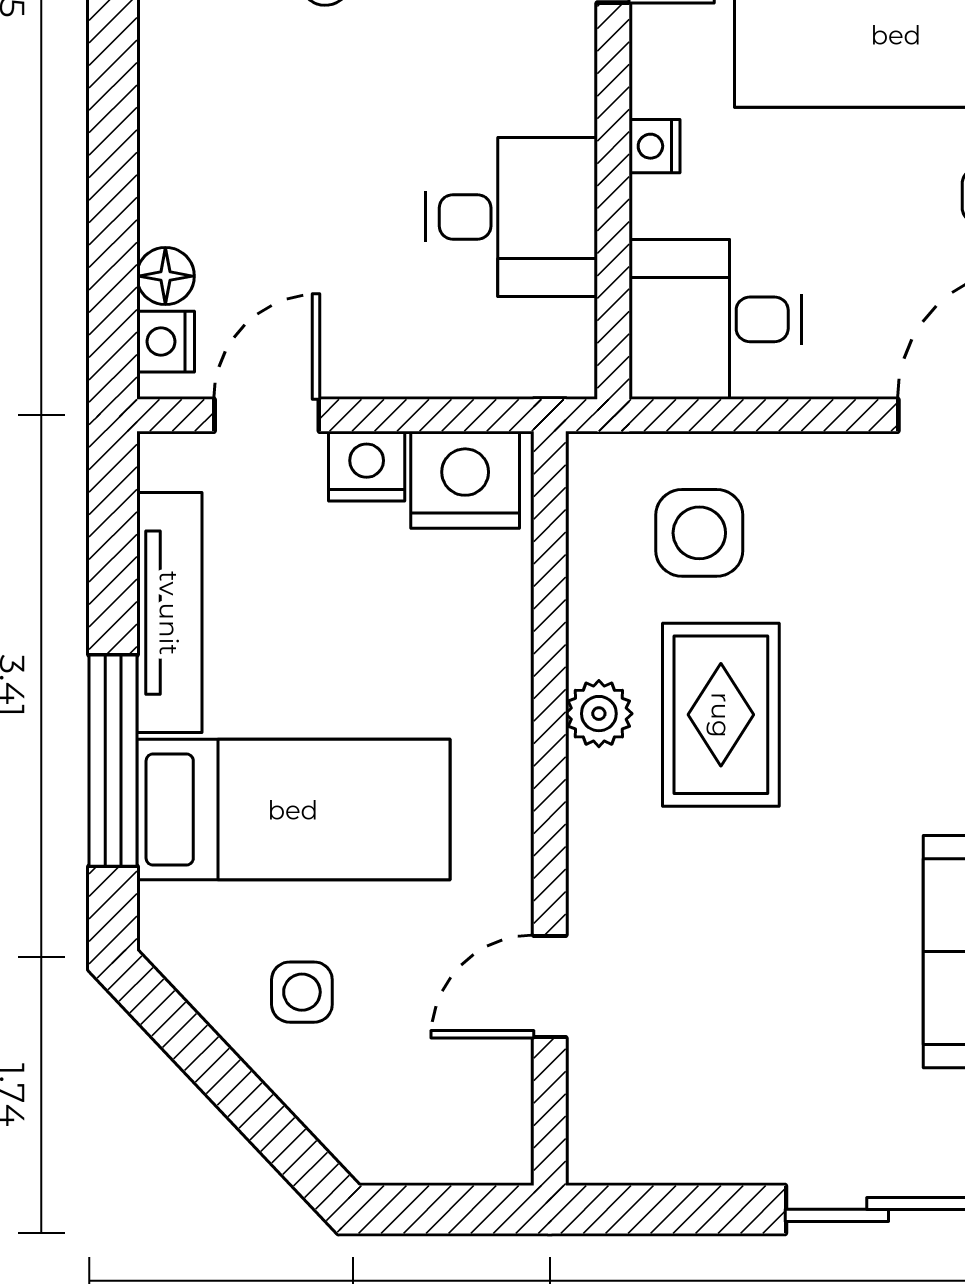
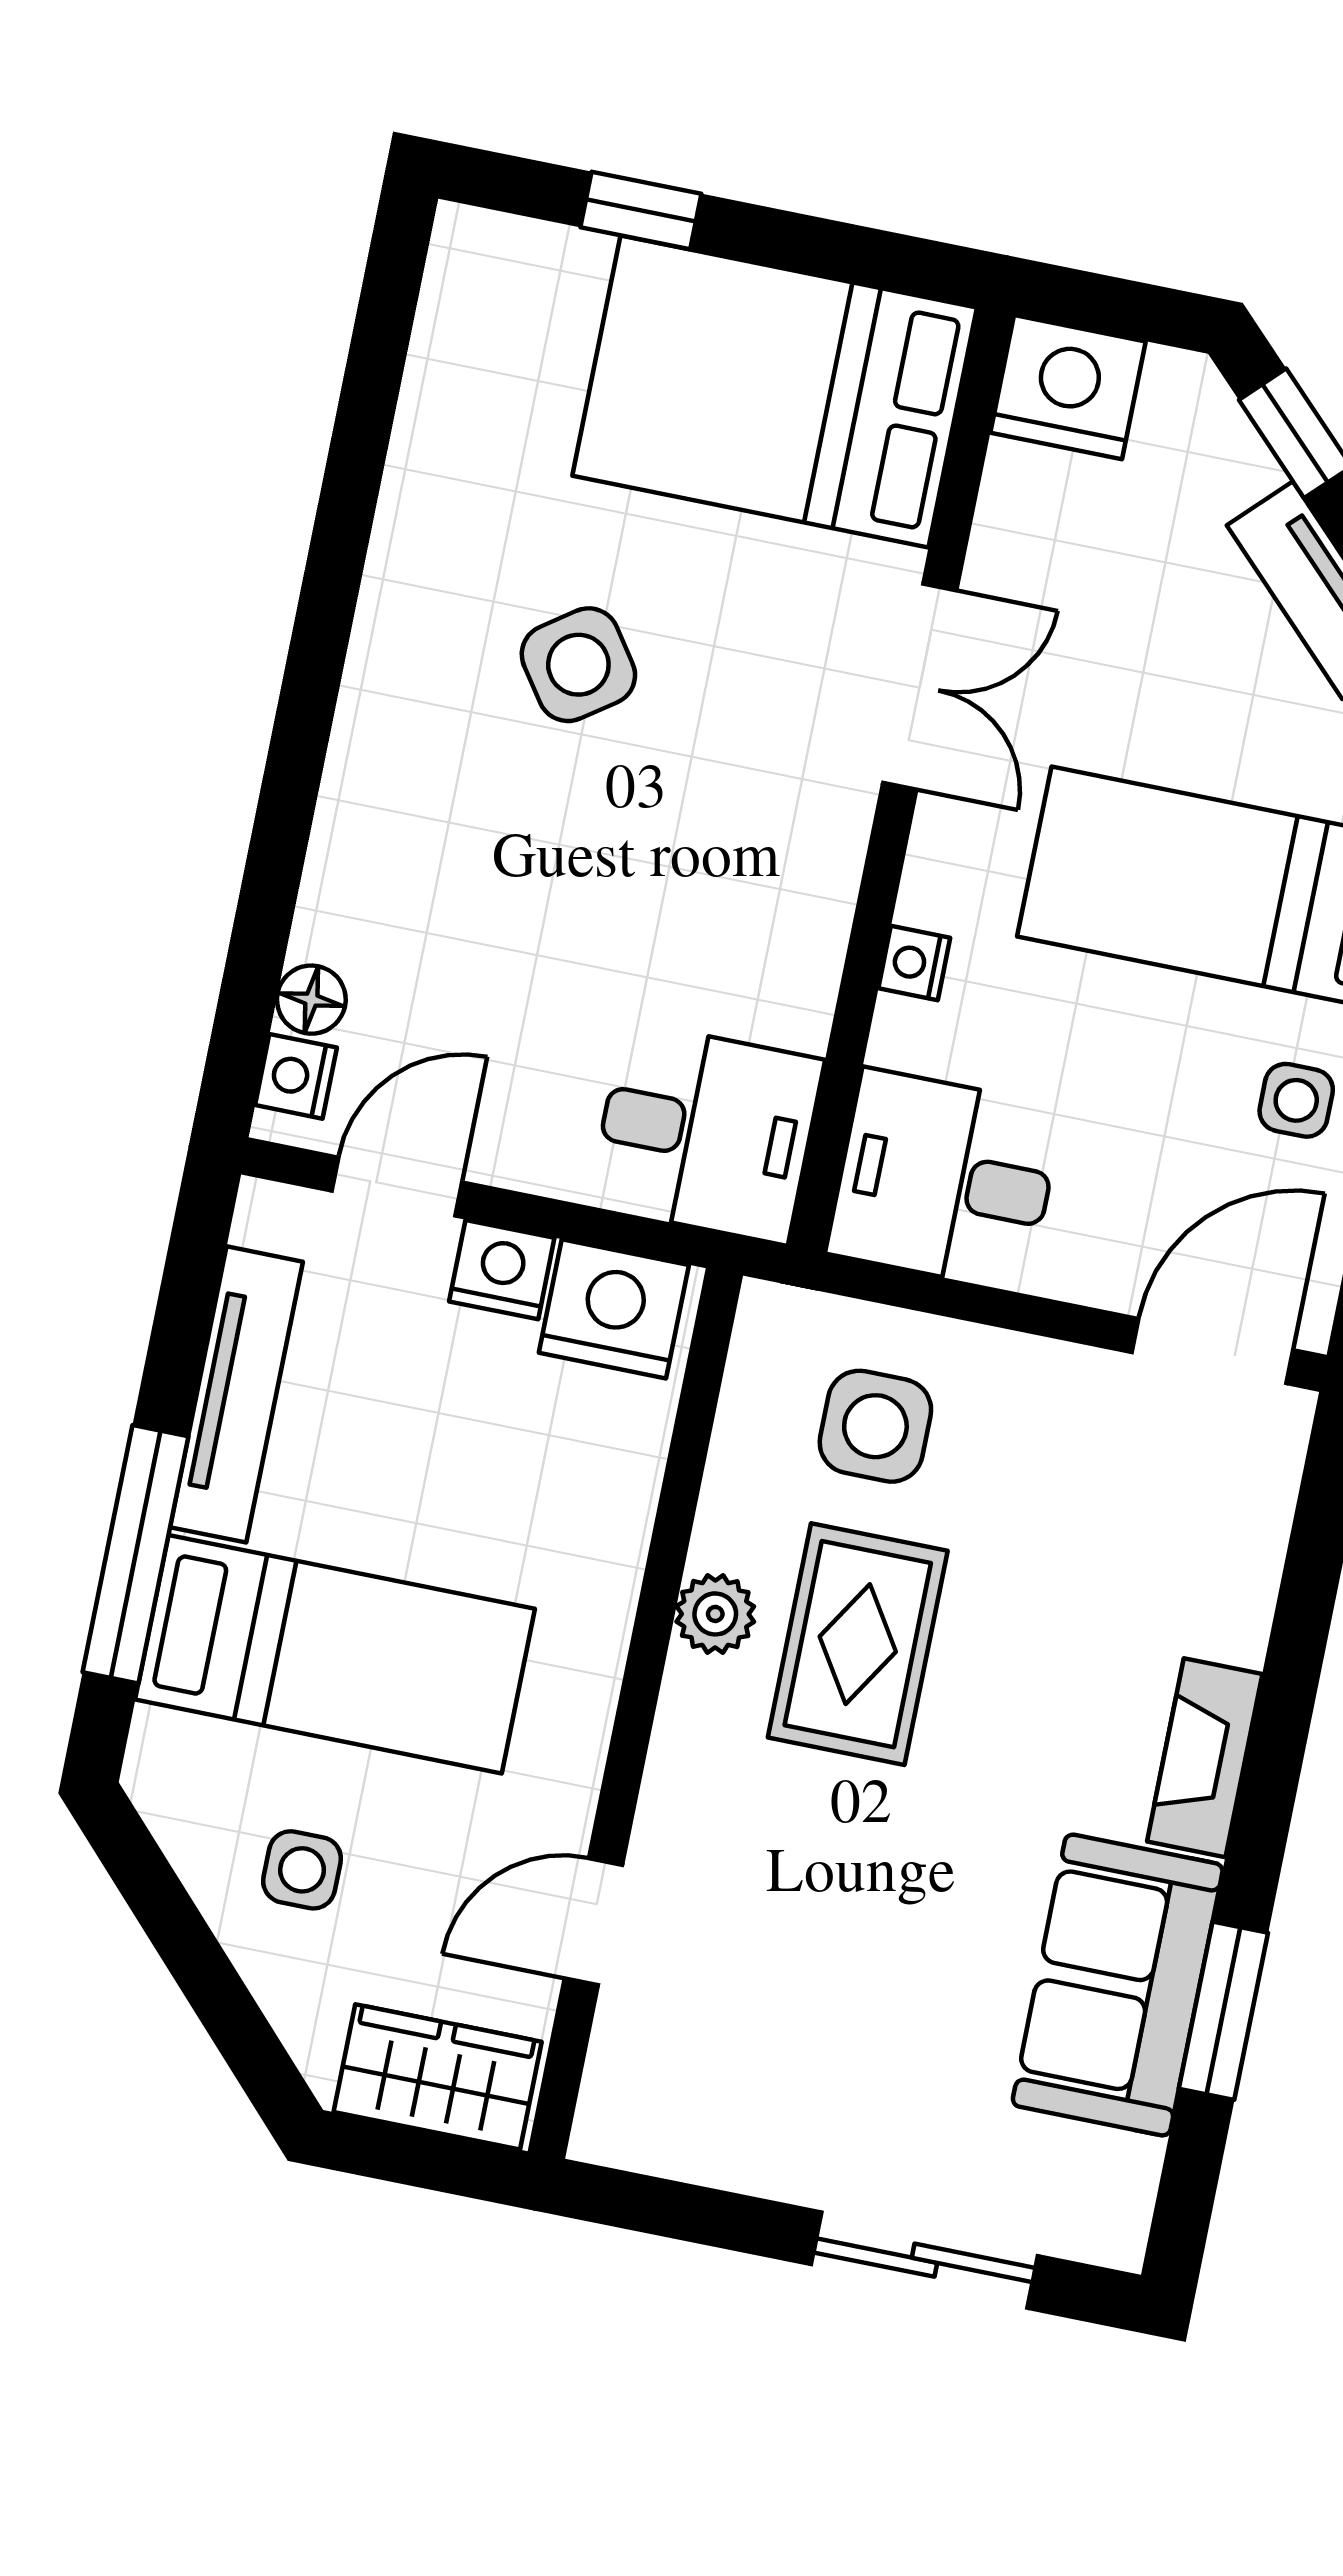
desk: (512, 217) -> (706, 1133), moved
wardrobe: (448, 1140) -> (438, 2077), added

